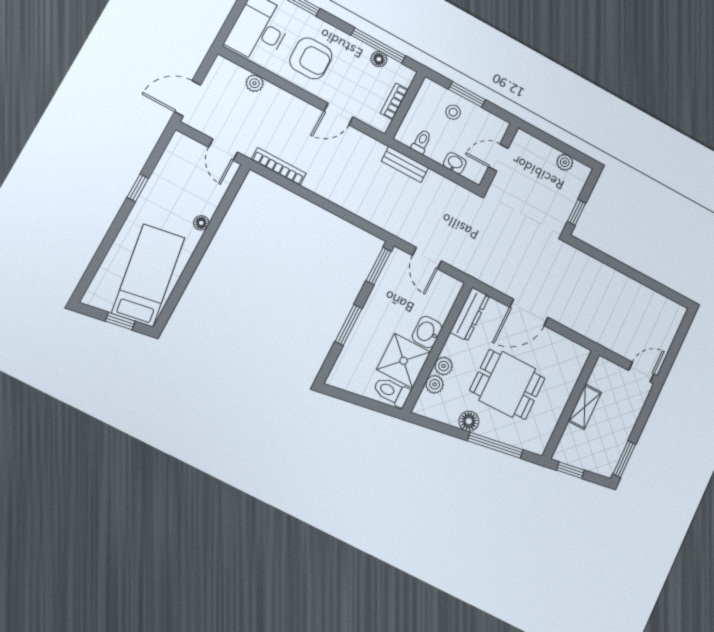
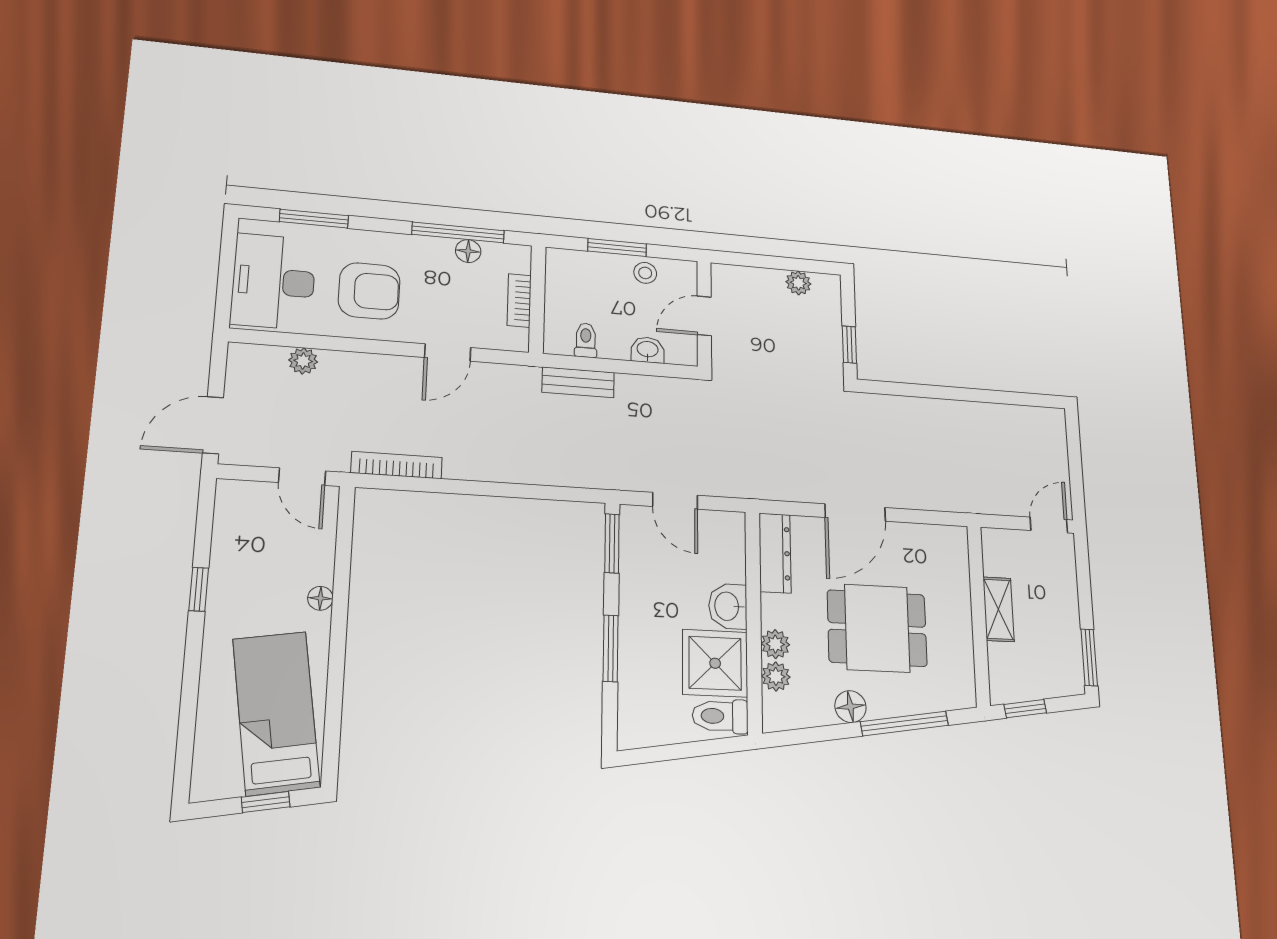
stool: (453, 112) -> (645, 273), moved

